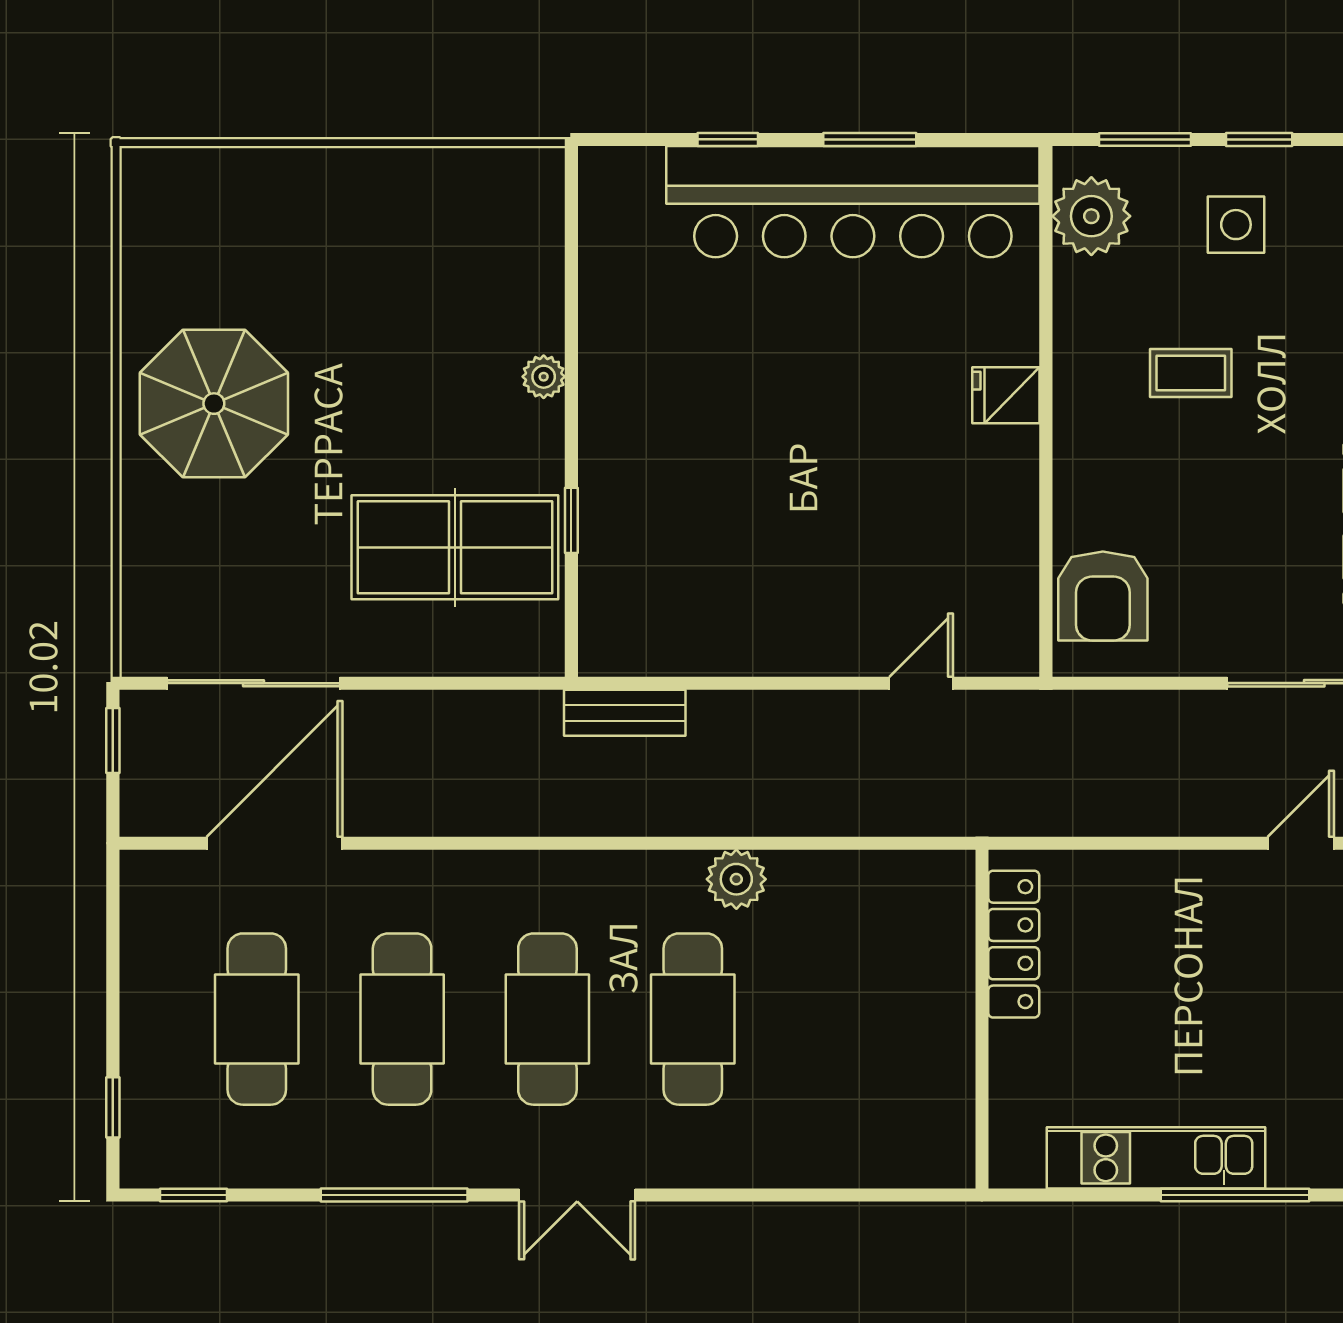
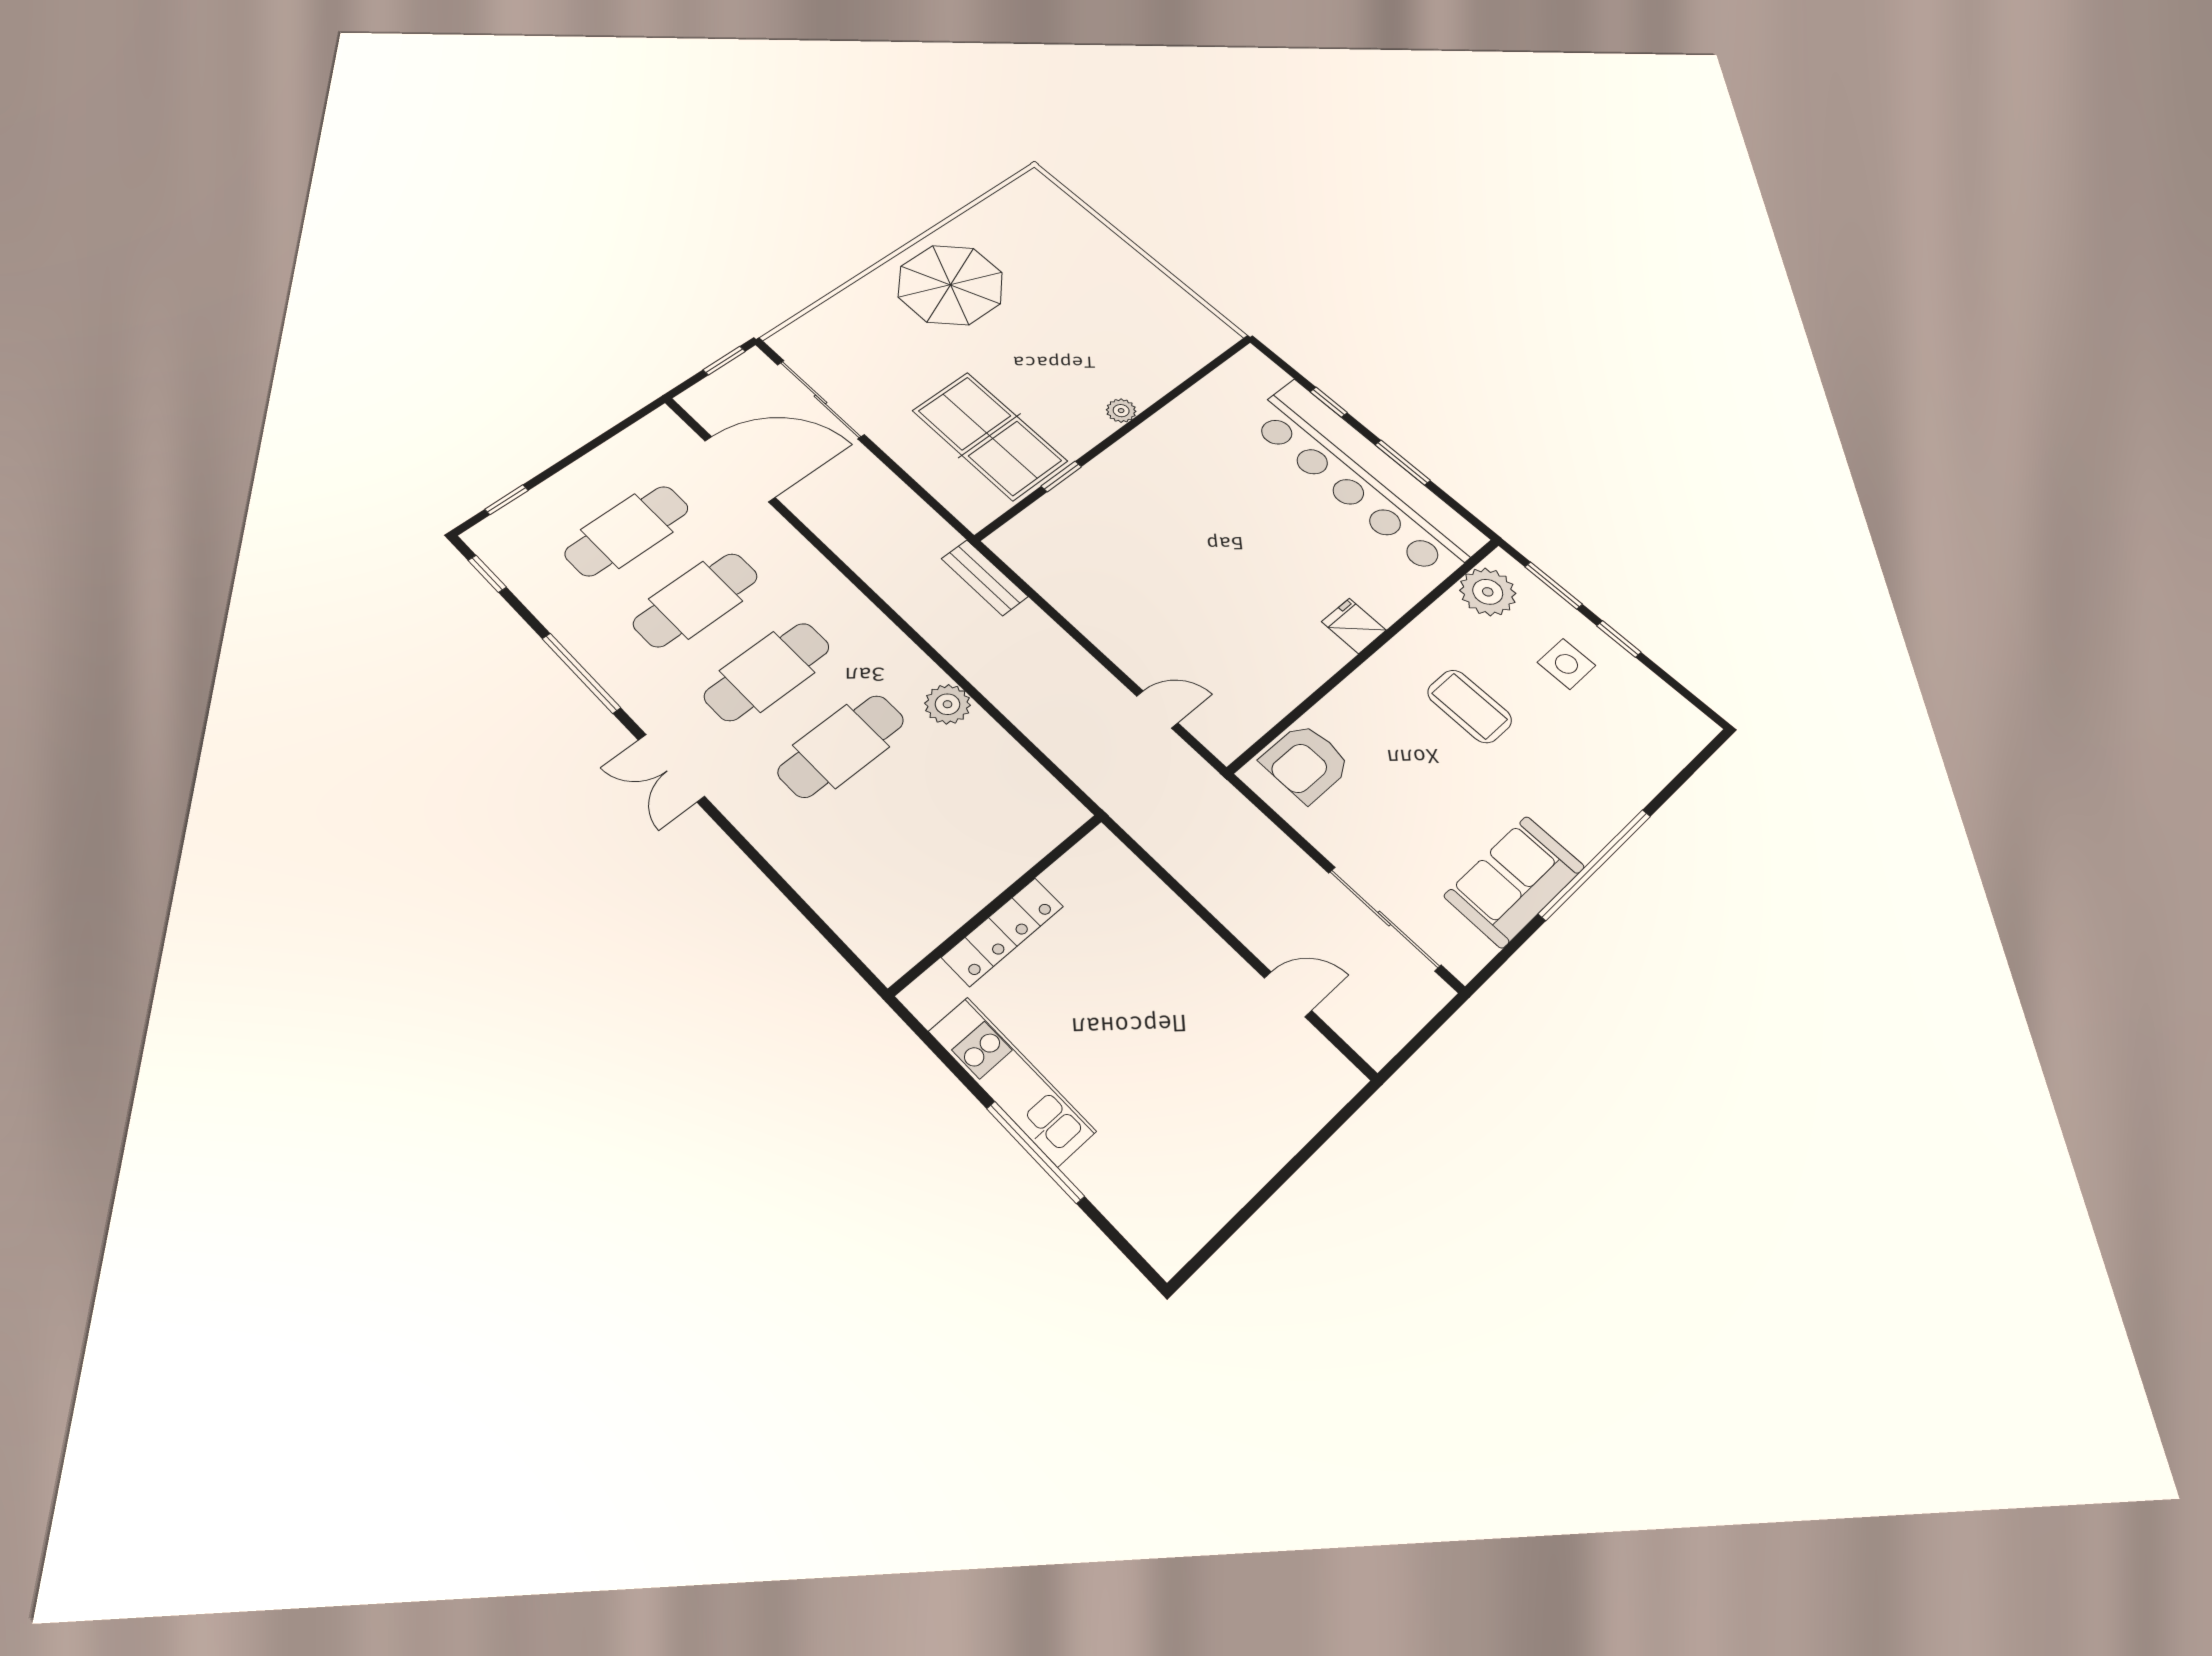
coffee table: (1191, 373) -> (1470, 706), width x1.36, depth x1.30
locker: (1014, 944) -> (1003, 932), moved

